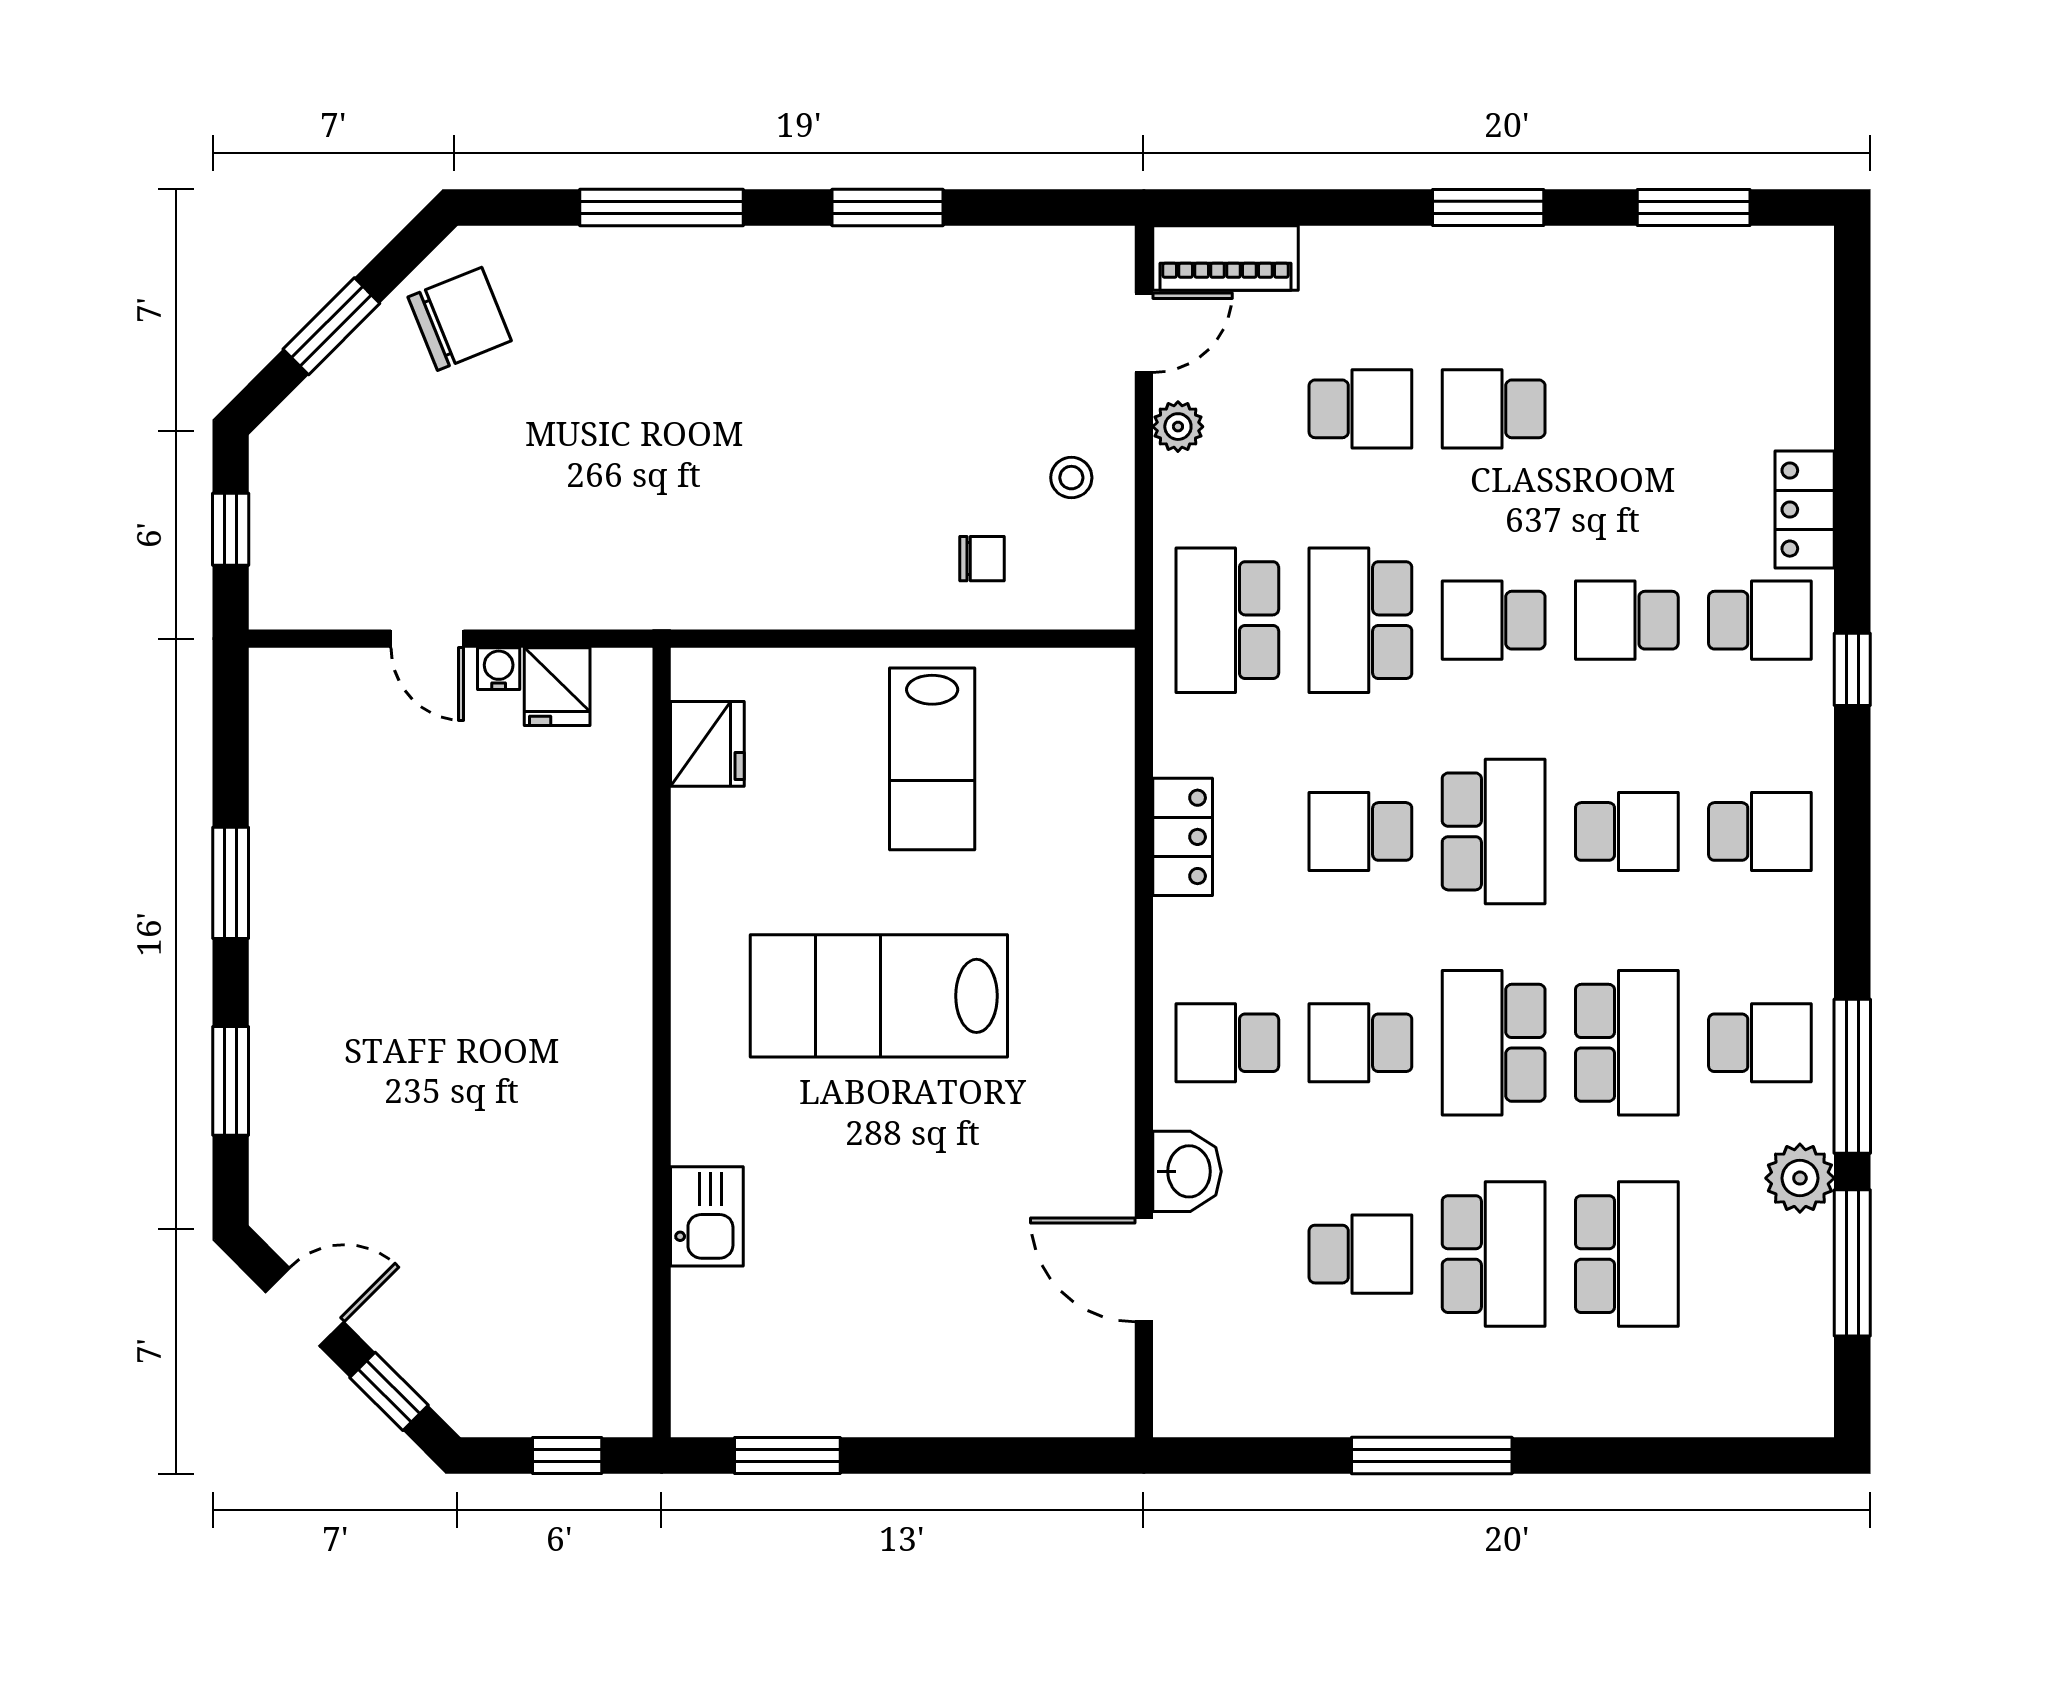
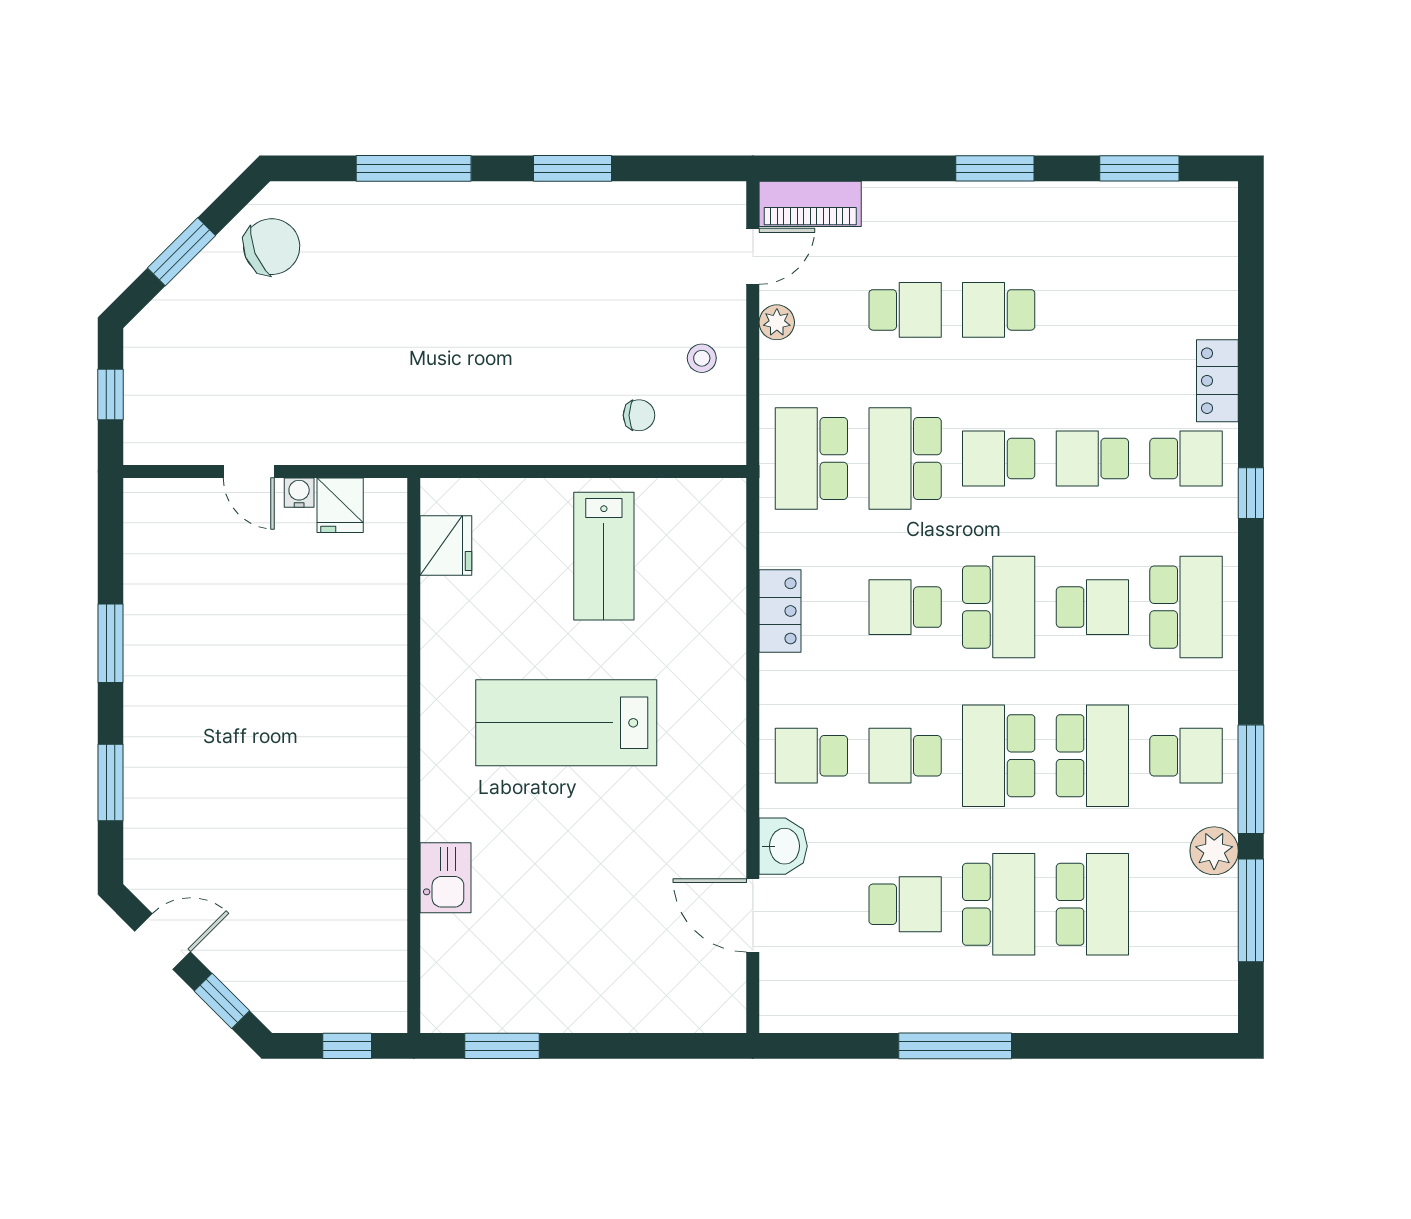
school desk: (1760, 831) -> (1186, 607), width x1.85

